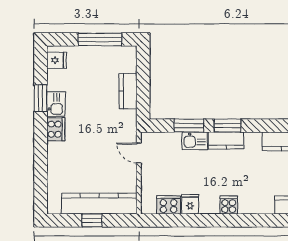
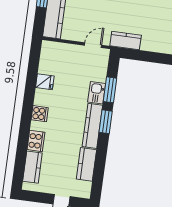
kitchen counter: (128, 91) -> (126, 41), moved
kitchen counter: (226, 141) -> (92, 126), width x1.50
cooker: (169, 205) -> (36, 141), moved

